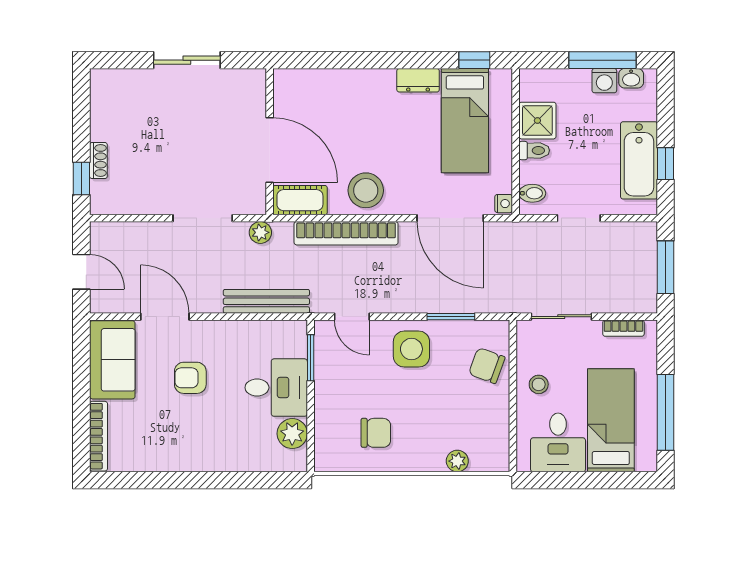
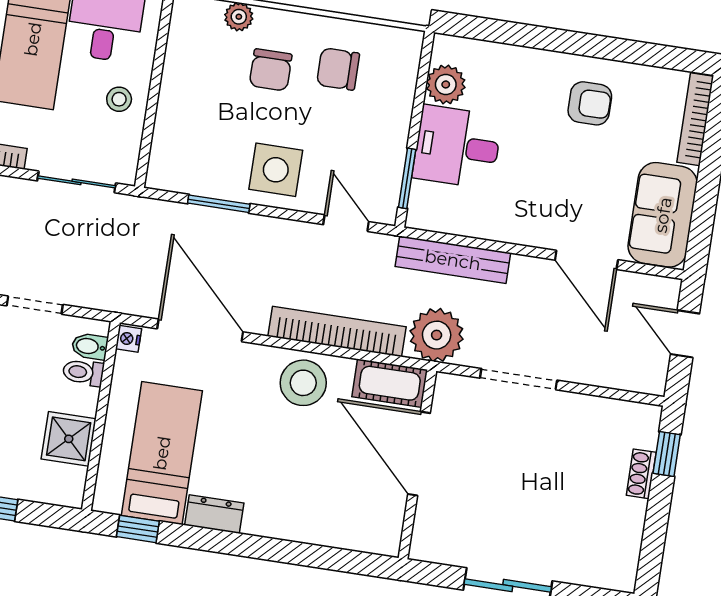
toilet: (534, 151) -> (83, 372), moved
plant: (260, 232) -> (437, 335), width x1.88, depth x1.88
chair: (487, 366) -> (271, 70), moved, turned 70
armchair: (190, 378) -> (590, 103), moved

